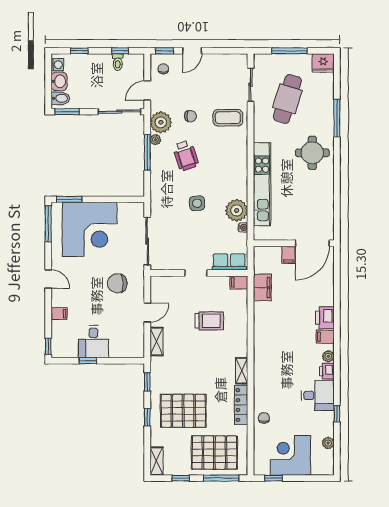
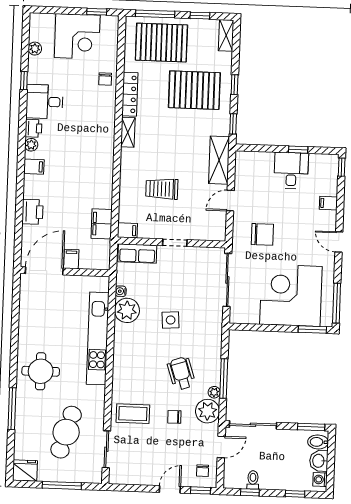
printer: (325, 318) -> (32, 212), moved
shelving: (157, 341) -> (219, 160), width x1.50, depth x1.33

